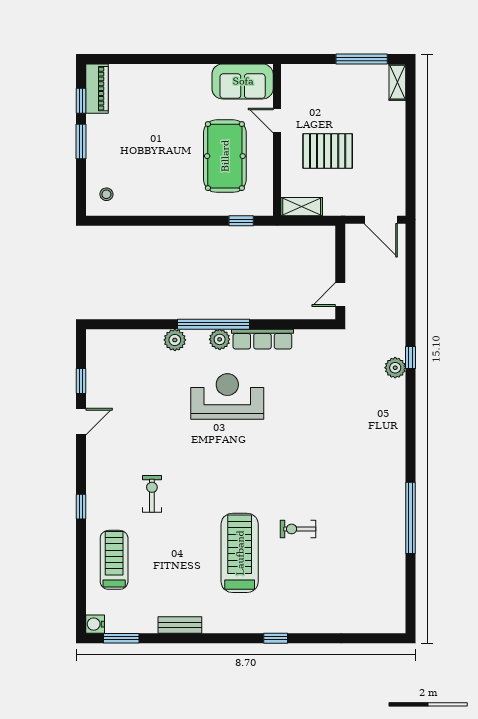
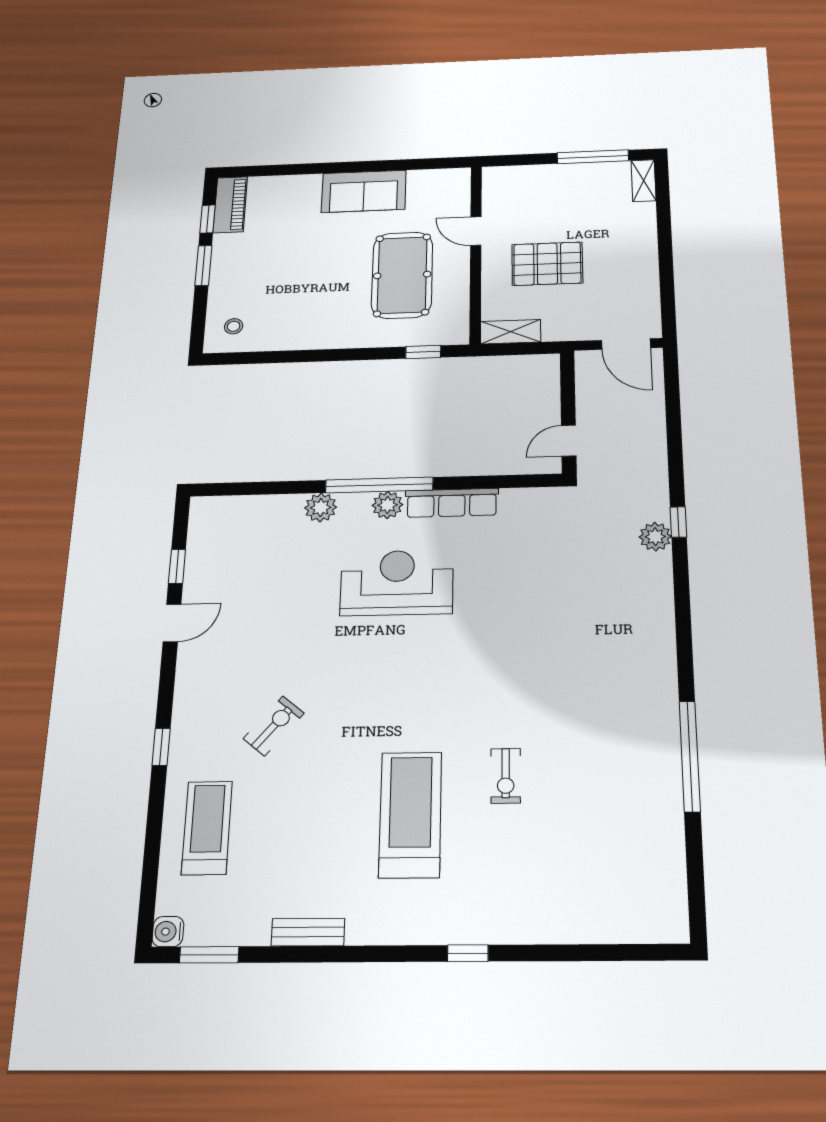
sofa: (243, 81) -> (364, 191), moved
exercise bike: (152, 494) -> (274, 726), turned 40
exercise bike: (298, 529) -> (506, 776), turned -90

